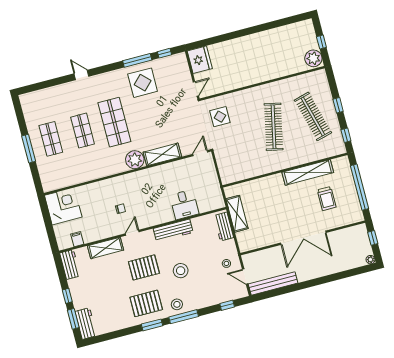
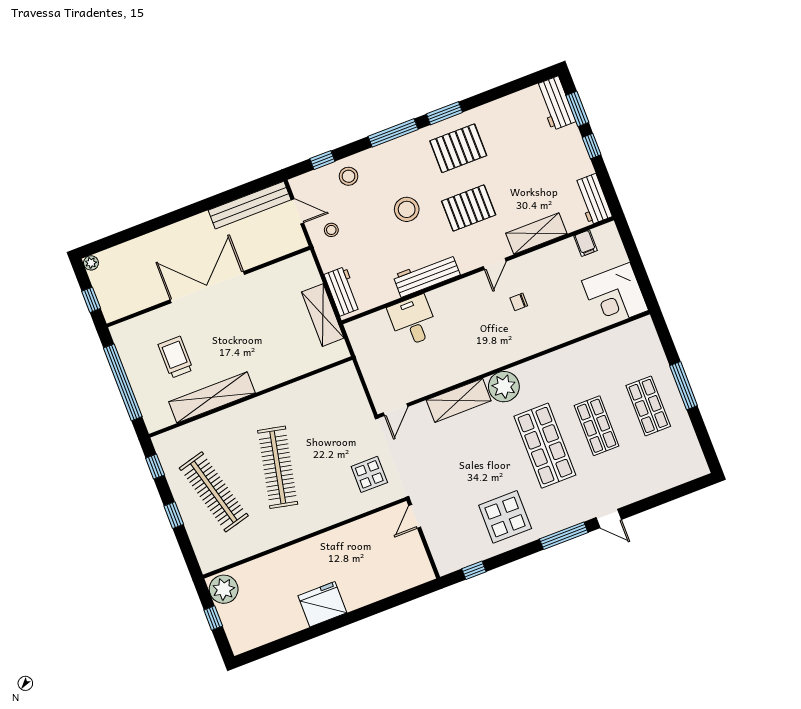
window: (137, 60) -> (564, 536), moved
fridge: (200, 60) -> (322, 604), moved, turned 90
stool: (177, 304) -> (348, 176), moved

